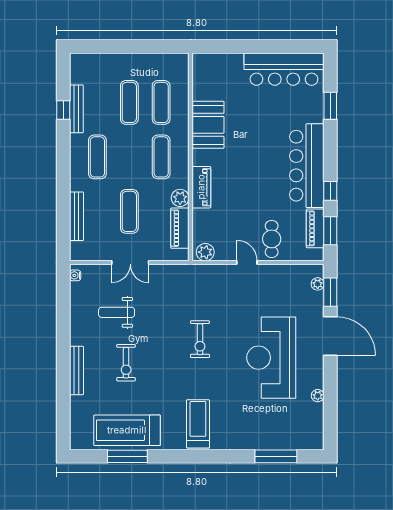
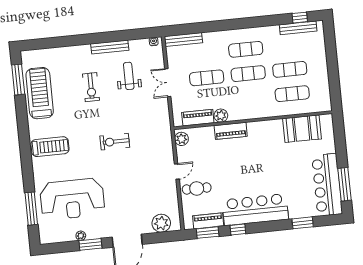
window: (286, 46) -> (344, 184), added
bench: (76, 109) -> (298, 28), moved
window: (63, 110) -> (300, 18), moved
booth: (208, 125) -> (302, 129), moved
exercise mat: (161, 157) -> (248, 74), moved
bench: (77, 216) -> (183, 40), moved
plant: (318, 284) -> (161, 223), width x1.87, depth x1.87
window: (330, 292) -> (90, 244), moved
reception desk: (271, 358) -> (72, 199), moved, turned 180
exercise bike: (126, 363) -> (91, 87), turned -90
bench: (76, 370) -> (110, 47), moved
window: (127, 456) -> (18, 80), moved

